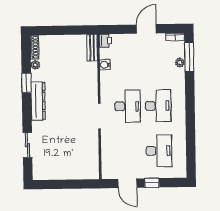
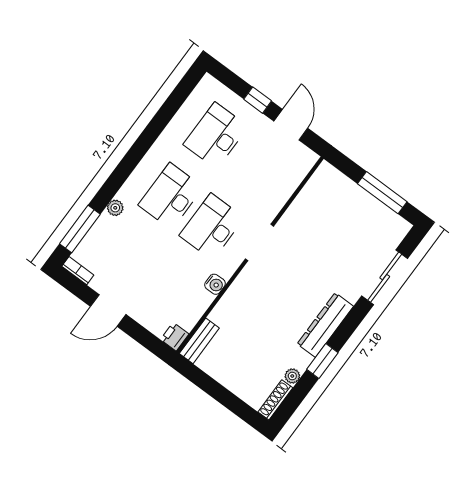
plant: (180, 63) -> (115, 208), moved
water cooler: (105, 65) -> (215, 284), moved
sliding door: (27, 145) -> (385, 277), width x1.37
window: (59, 184) -> (382, 193), added

